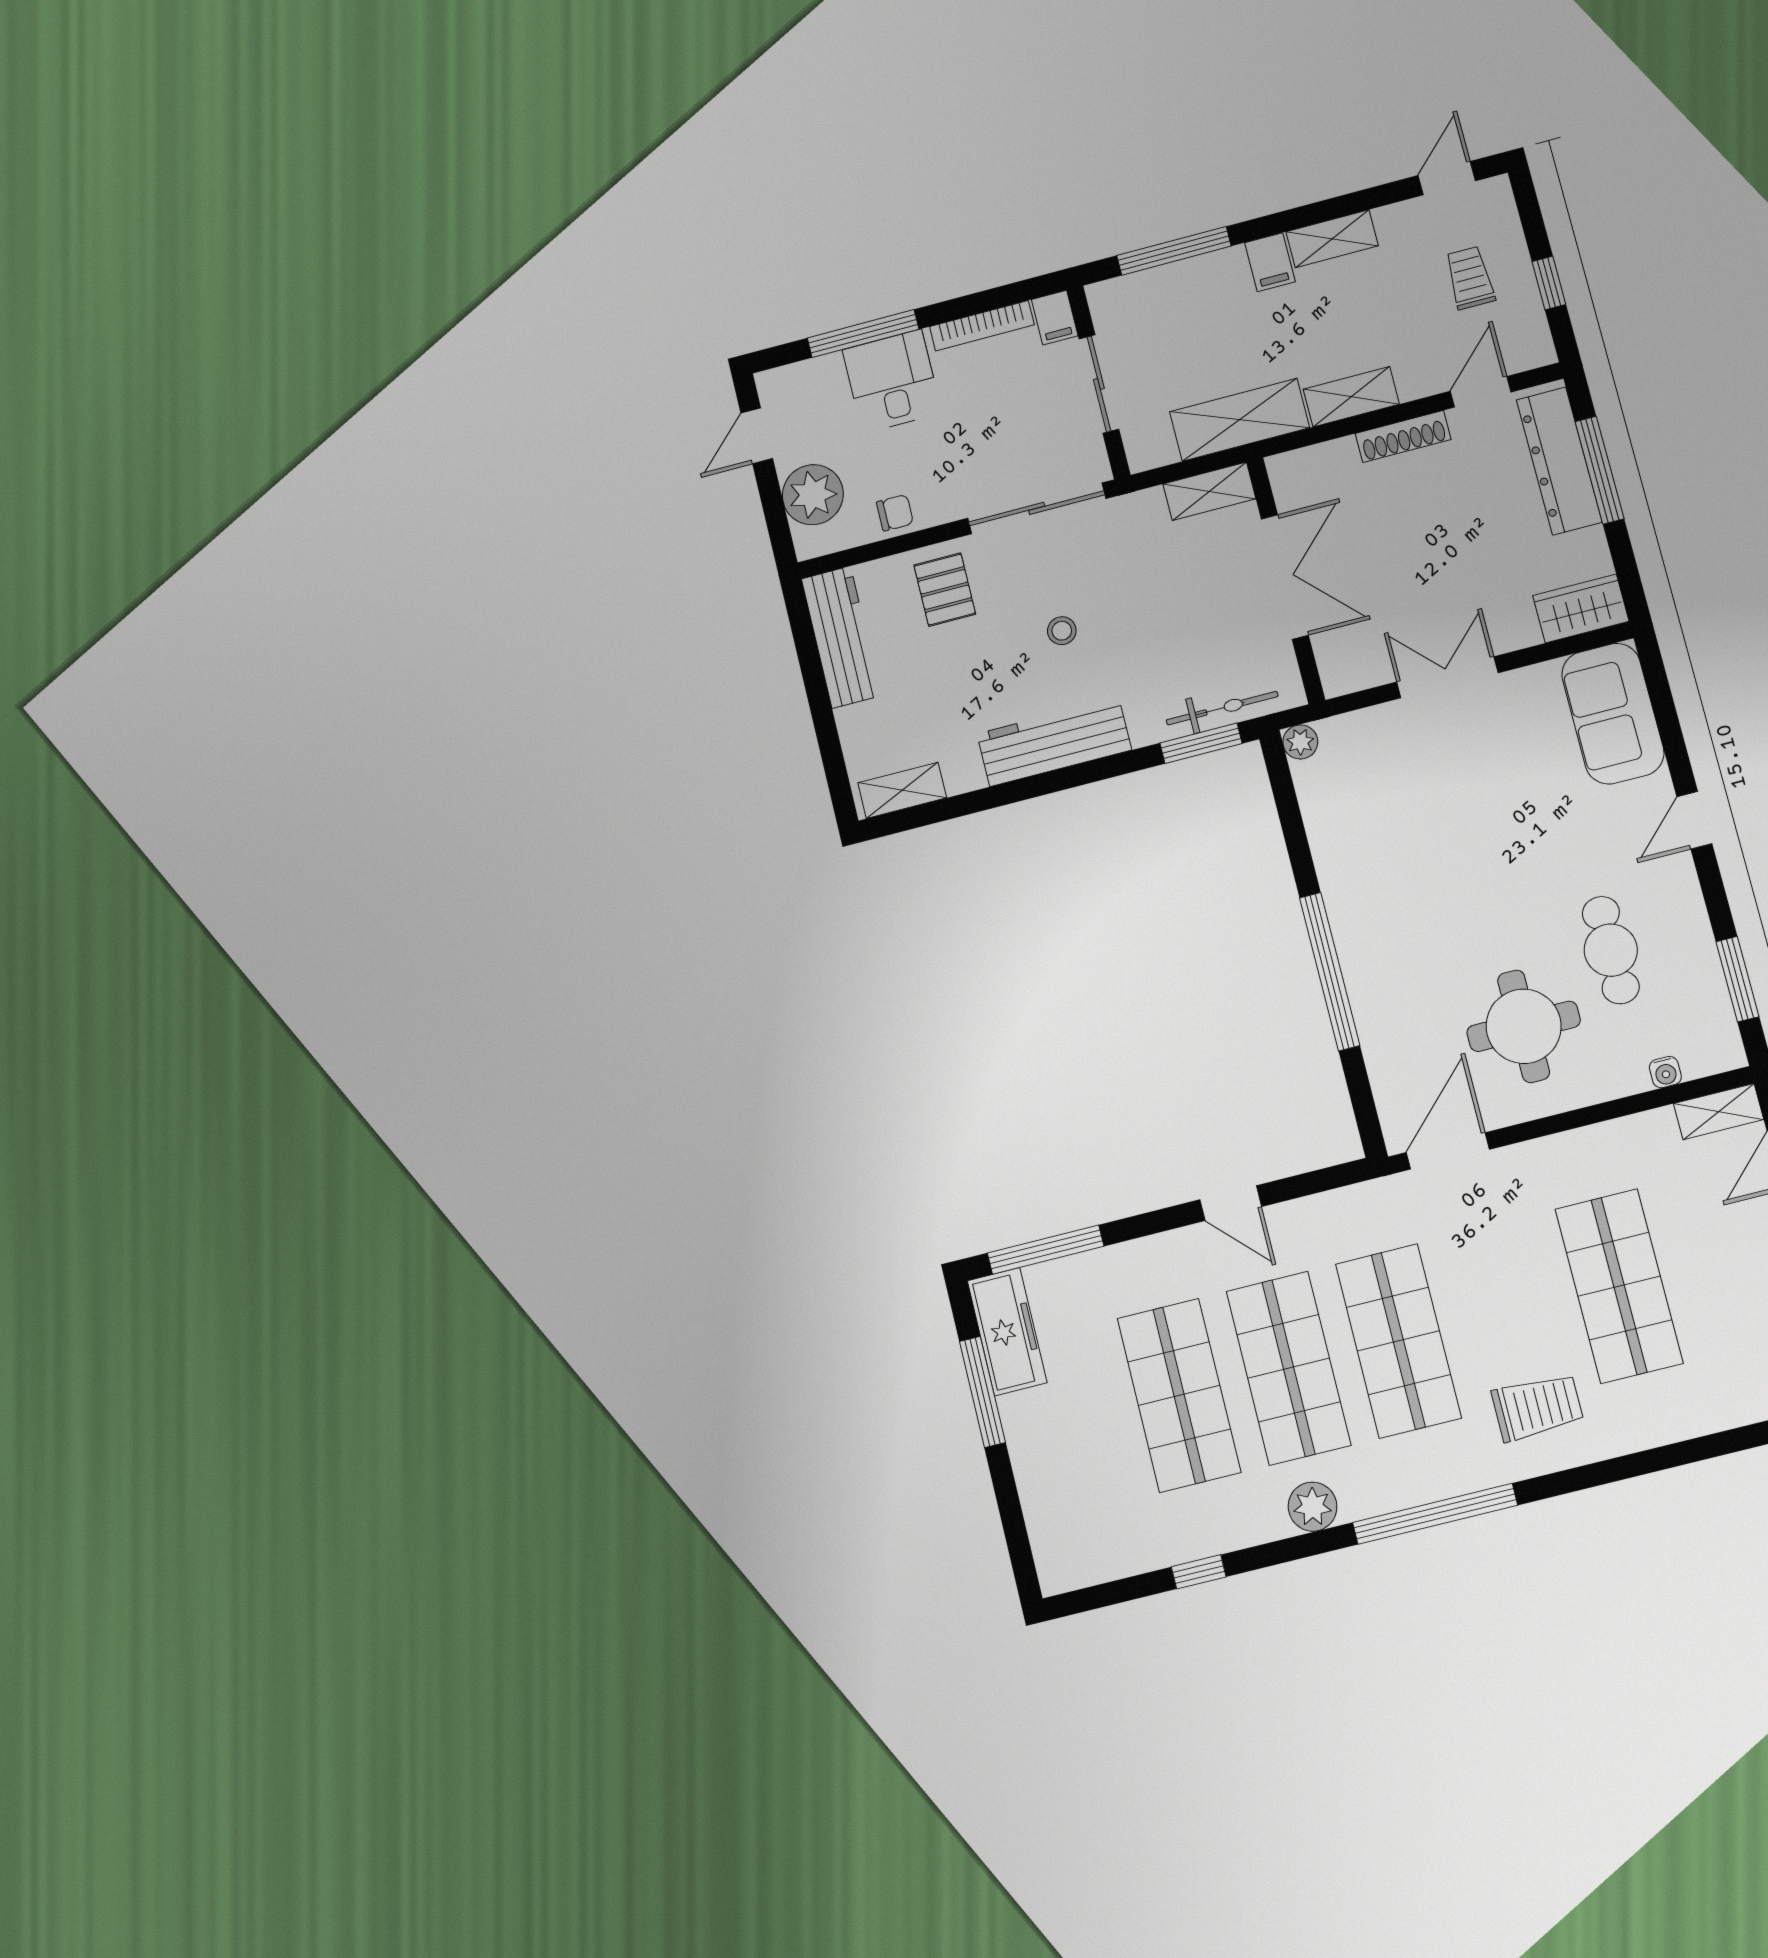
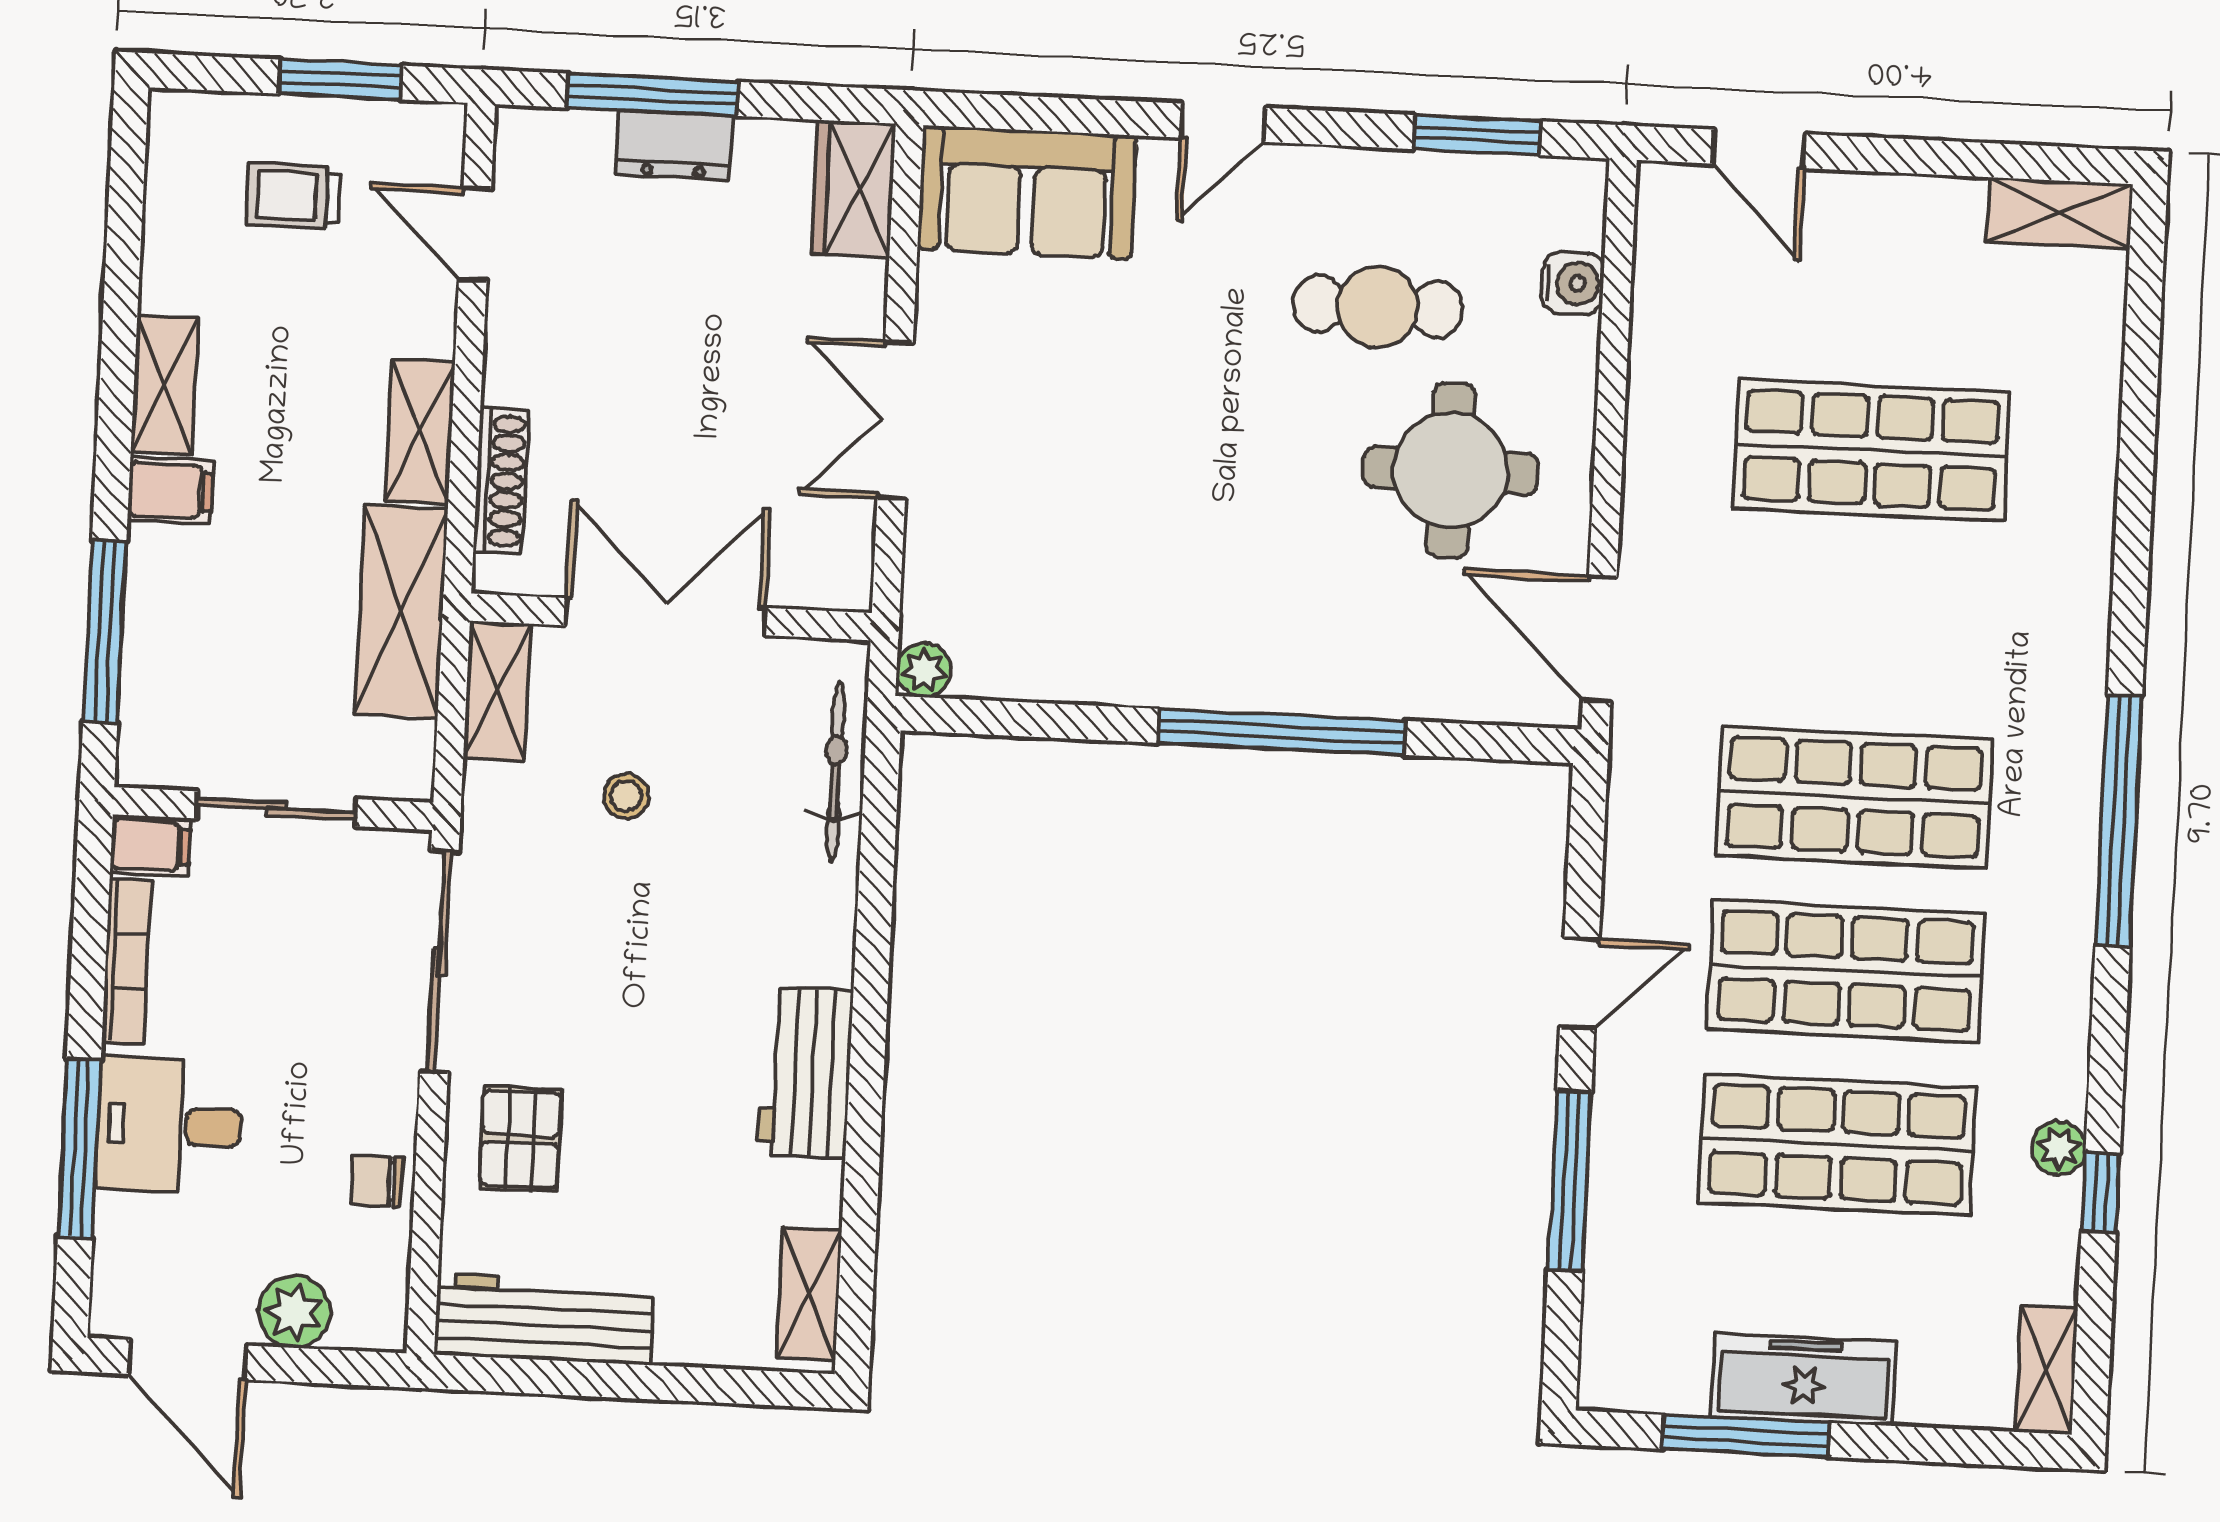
door: (1447, 178) -> (127, 182), removed
window: (1549, 283) -> (340, 80), width x1.50
door: (757, 436) -> (188, 1360), width x1.38
shoe rack: (1403, 436) -> (501, 481), moved
dresser: (1559, 461) -> (674, 145), width x0.51, depth x0.80
plant: (813, 495) -> (294, 1312), width x0.73, depth x0.73
chair: (895, 513) -> (377, 1181), turned -90
pallet: (945, 590) -> (521, 1139), turned 90
stool: (1062, 631) -> (626, 796), moved
workbench: (1054, 742) -> (806, 1073), width x0.73
window: (1201, 743) -> (879, 820), removed
door: (1694, 820) -> (1223, 123), hinge flipped
water cooler: (1665, 1072) -> (1573, 283), width x1.38, depth x1.38
shelving: (1719, 1112) -> (2046, 1370), moved
window: (1046, 1250) -> (1570, 1181), moved
freezer: (1007, 1332) -> (1804, 1379), moved
trolley: (1537, 1407) -> (2010, 624), removed
plant: (1313, 1507) -> (2059, 1148), moved, width x0.73, depth x0.73

